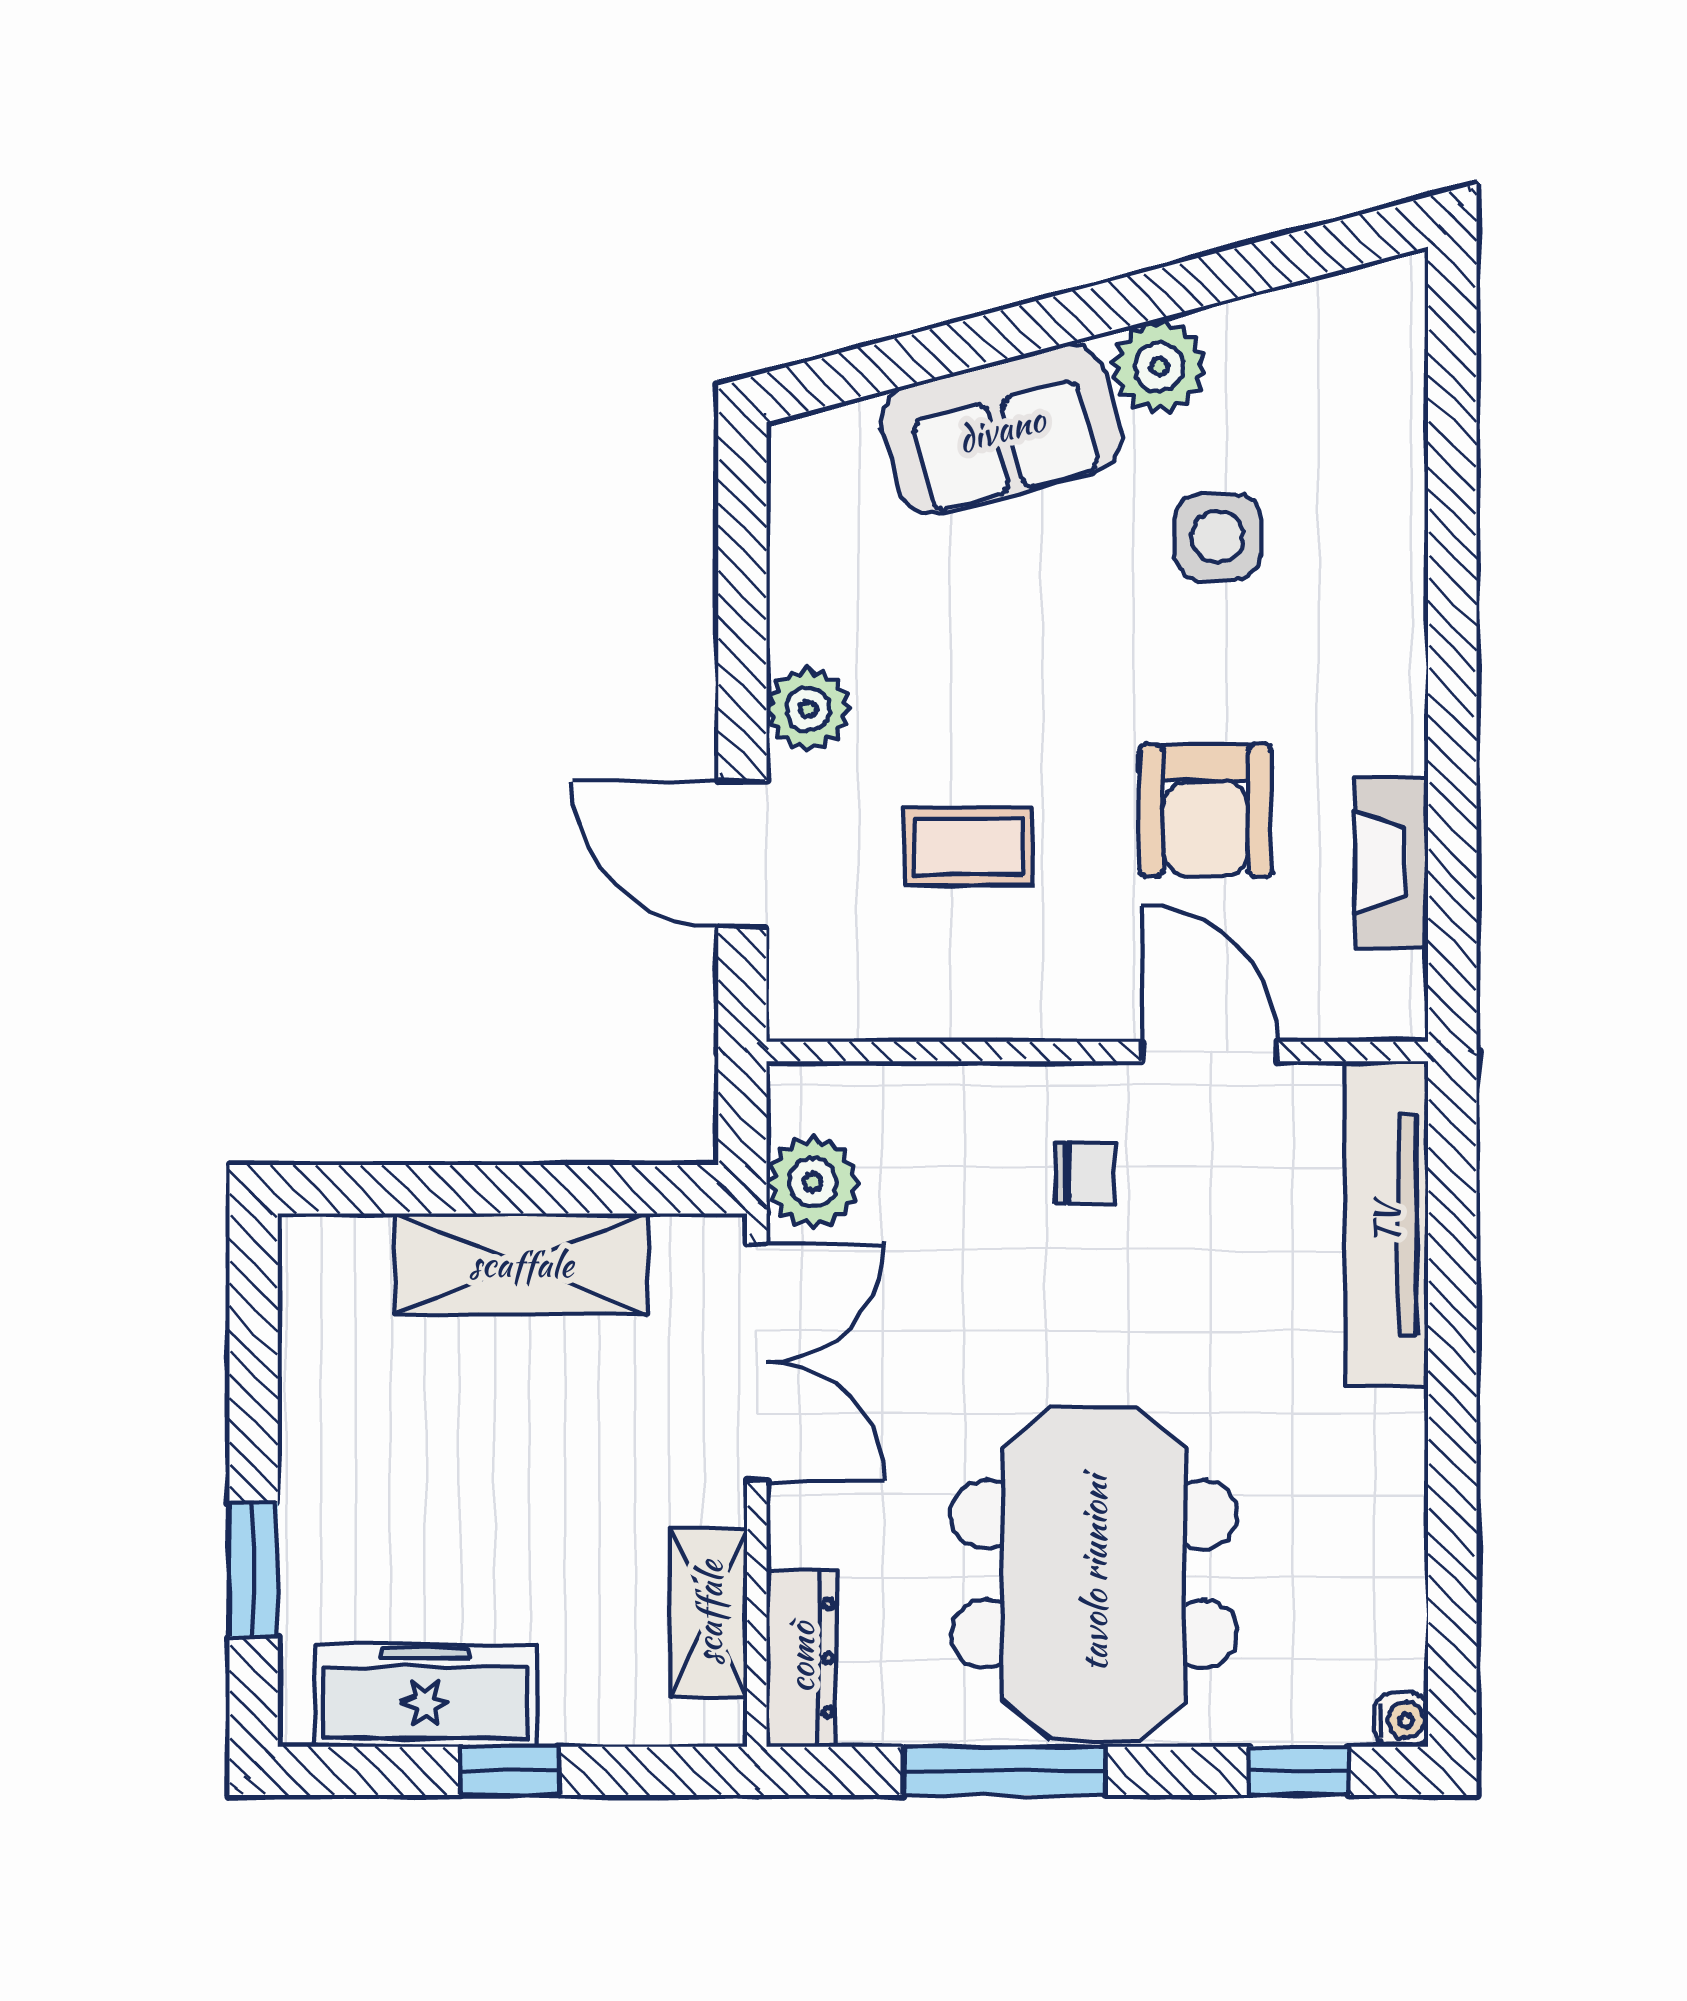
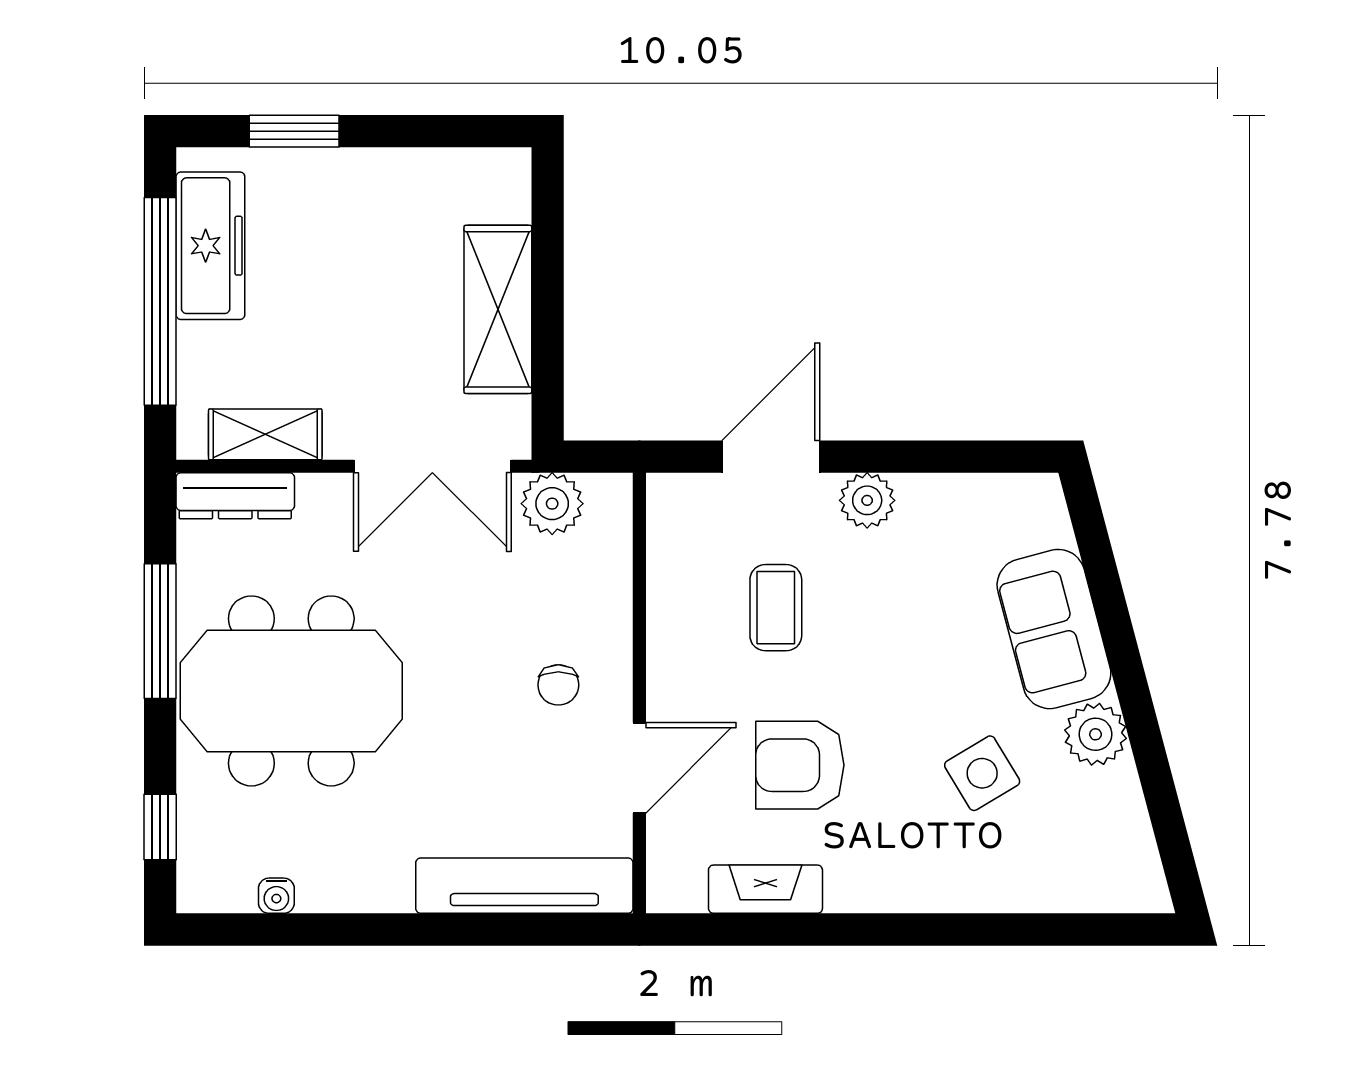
side table: (1218, 537) -> (982, 773), turned -31
water cooler: (1402, 1720) -> (276, 896), moved
window: (509, 1771) -> (160, 301), width x3.17

